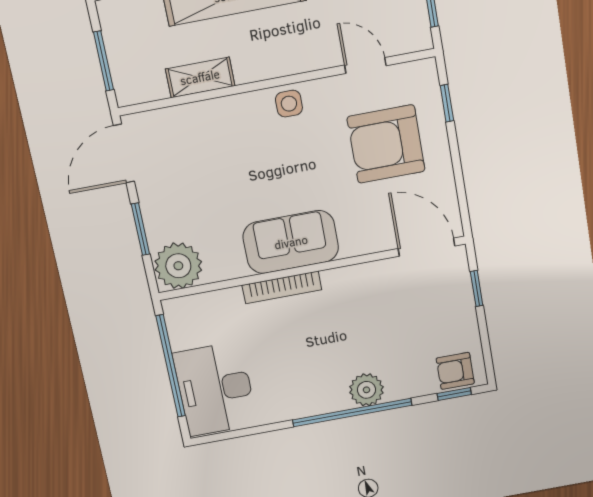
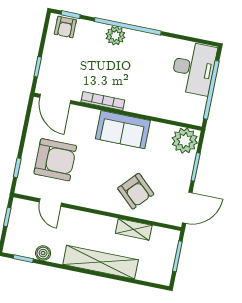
side table: (289, 104) -> (95, 199), removed
armchair: (225, 146) -> (136, 191), added
bookcase: (282, 288) -> (103, 101), moved
armchair: (455, 371) -> (65, 27), turned 90

